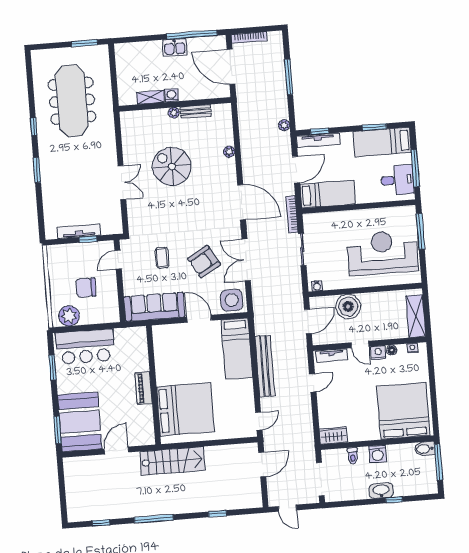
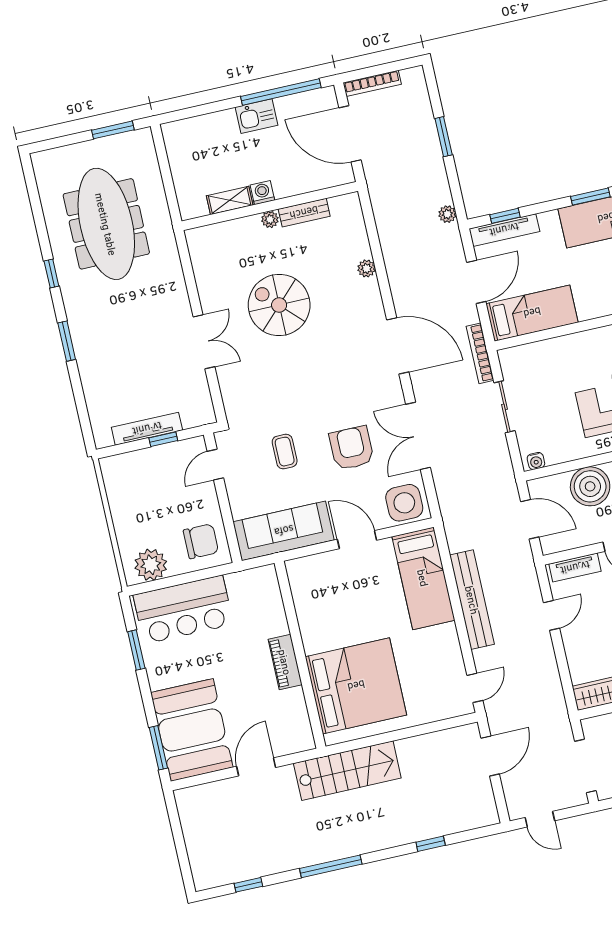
window: (289, 77) -> (444, 137), width x0.69
armchair: (204, 262) -> (352, 448), turned 120
chair: (86, 288) -> (201, 541), moved, turned 180
door: (308, 322) -> (530, 519), hinge flipped

